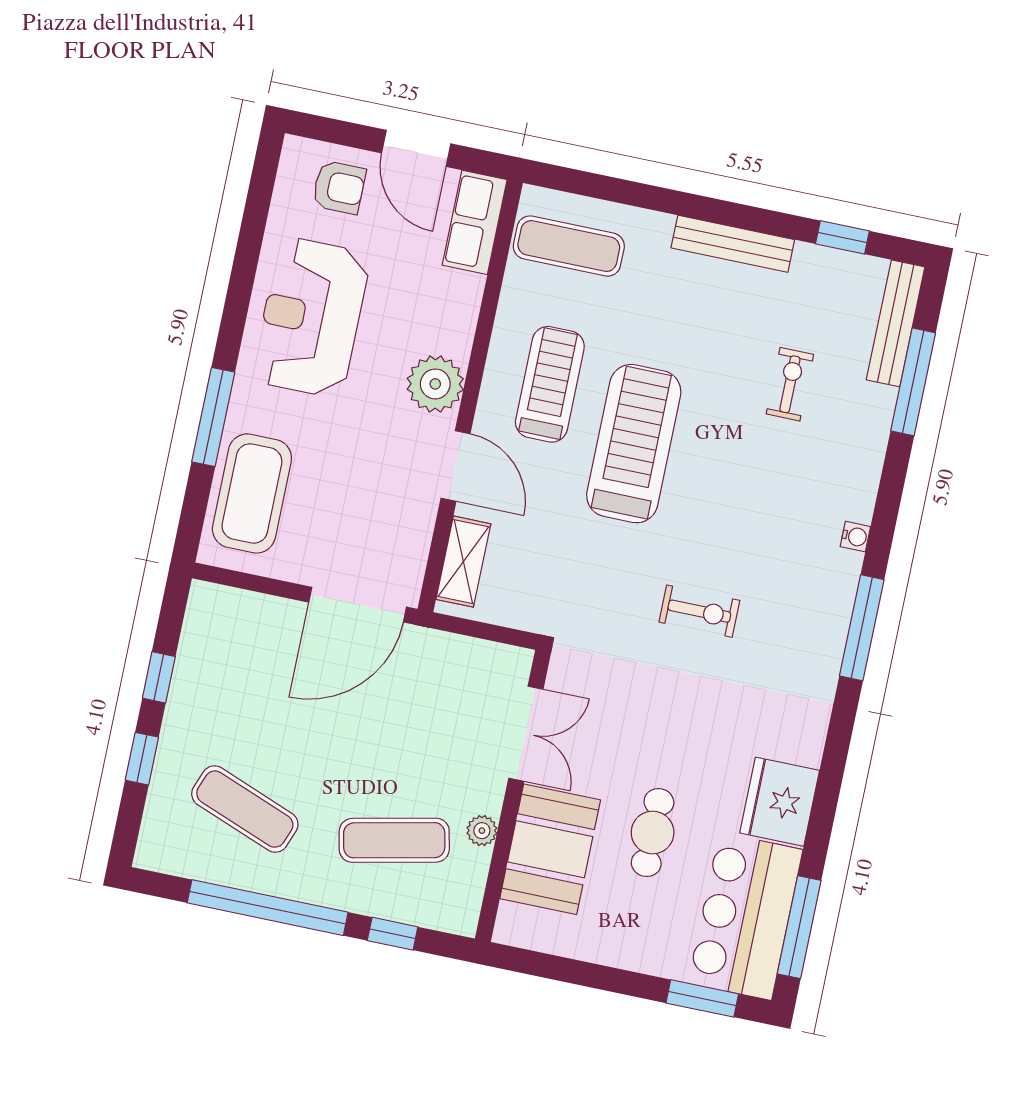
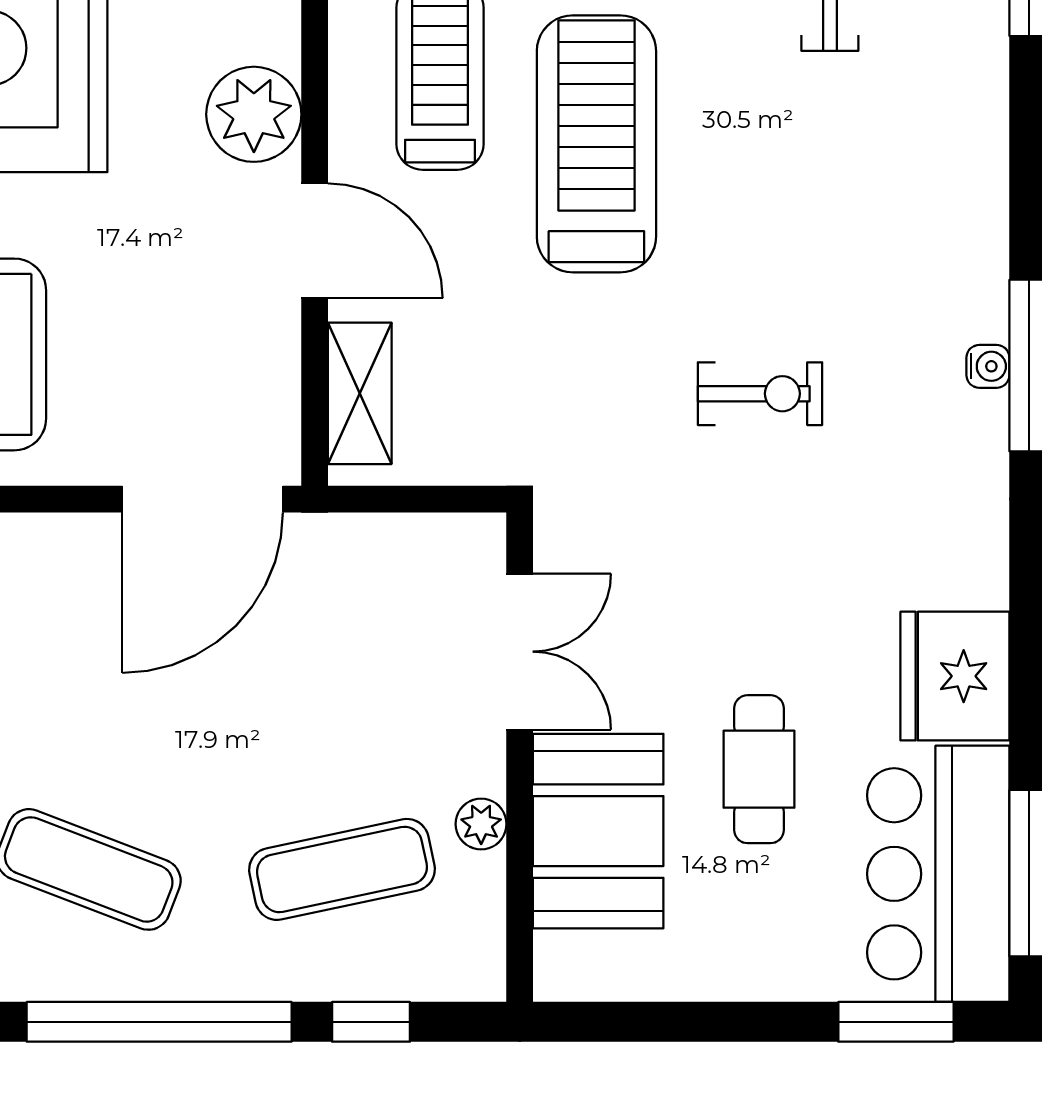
water cooler: (855, 537) -> (988, 366), moved

